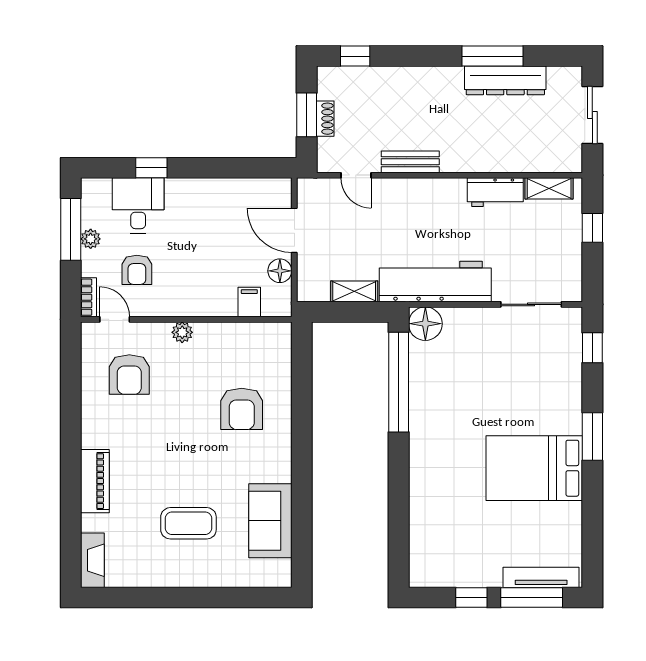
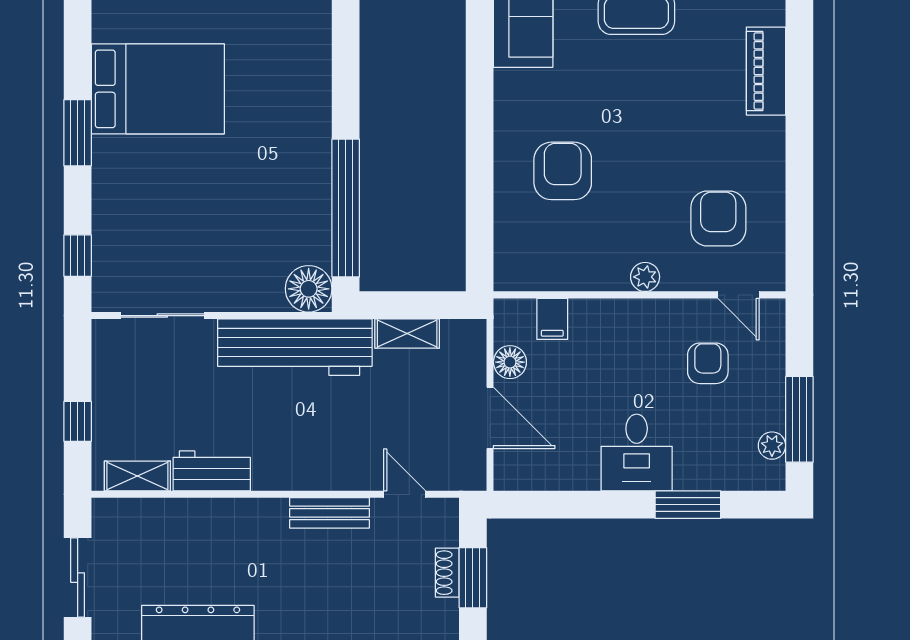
window: (151, 168) -> (688, 505), width x1.50
desk: (138, 205) -> (637, 452), moved
plant: (91, 239) -> (772, 446), moved
bookcase: (88, 297) -> (775, 325), removed

